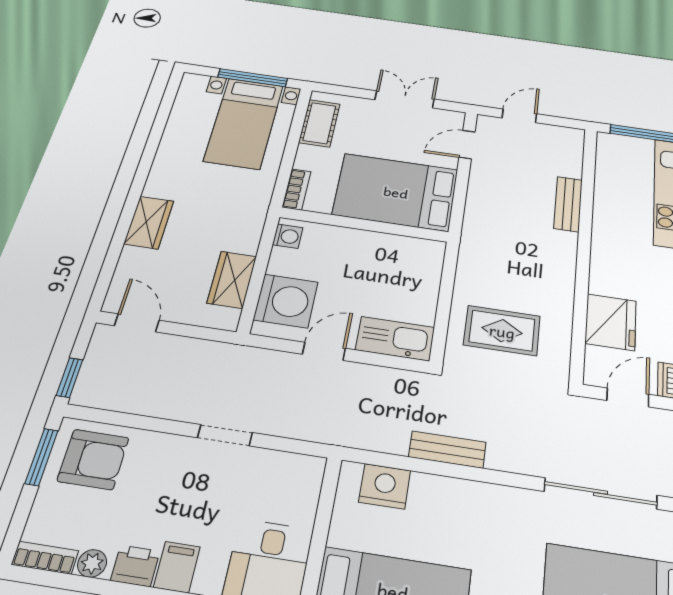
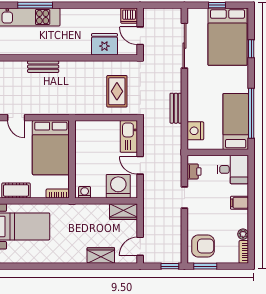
wardrobe: (149, 222) -> (101, 255), moved
wardrobe: (232, 280) -> (123, 212), moved
armchair: (93, 459) -> (203, 246), turned 90
printer: (135, 566) -> (194, 171), moved, turned 180

